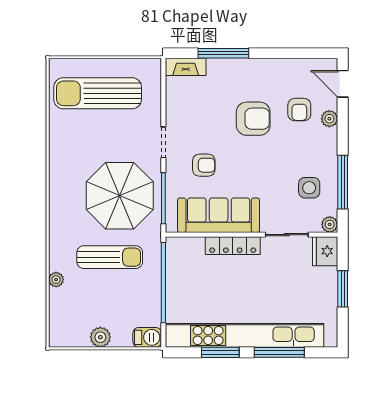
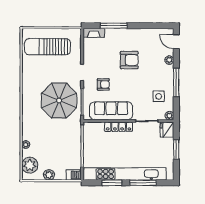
armchair: (299, 110) -> (153, 55), removed
window: (343, 182) -> (176, 82), moved
sun lounger: (110, 257) -> (54, 133), removed
plant: (64, 319) -> (30, 165), added

